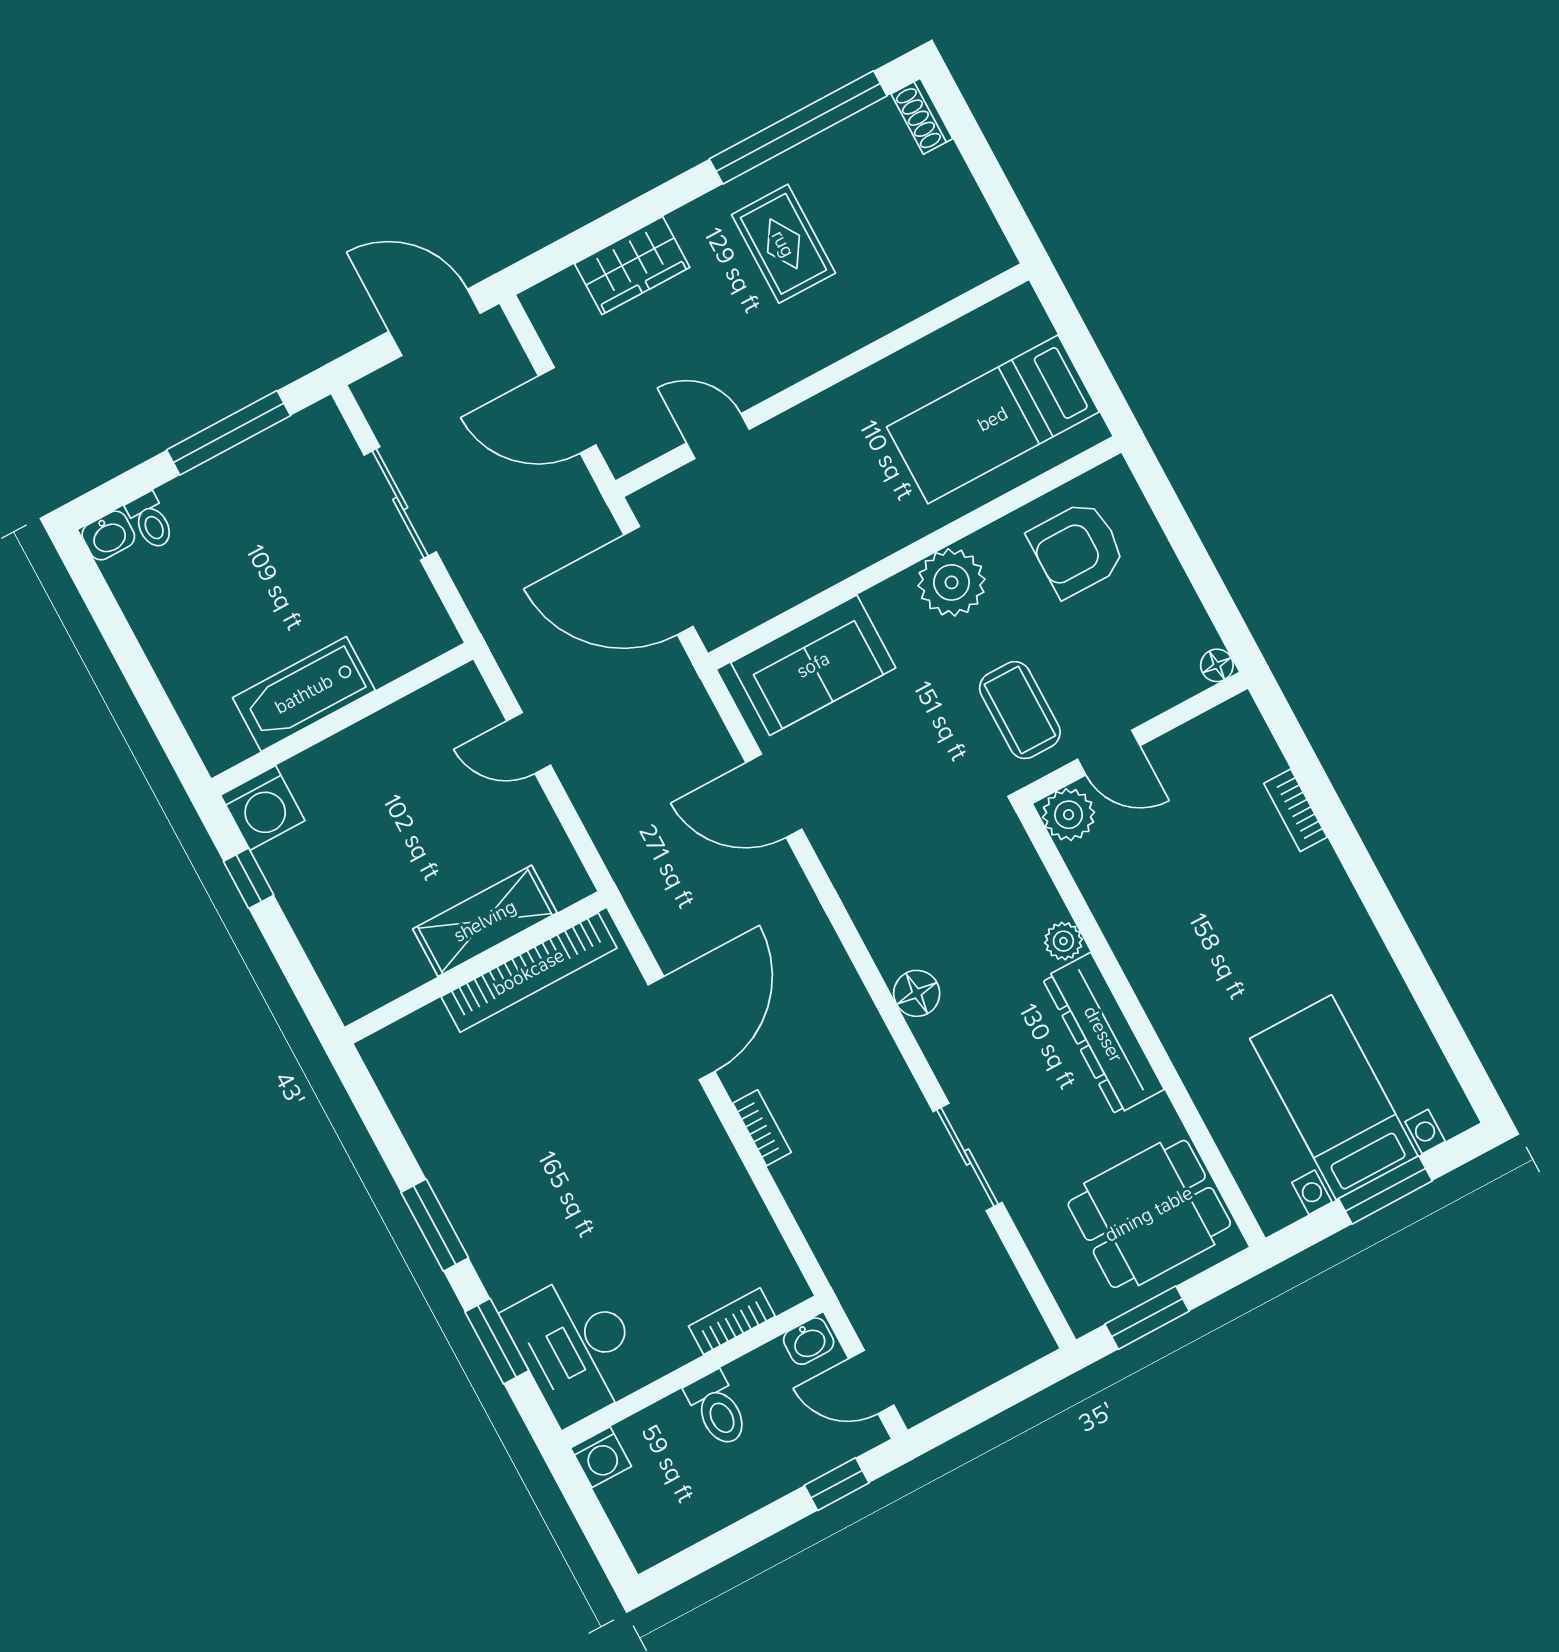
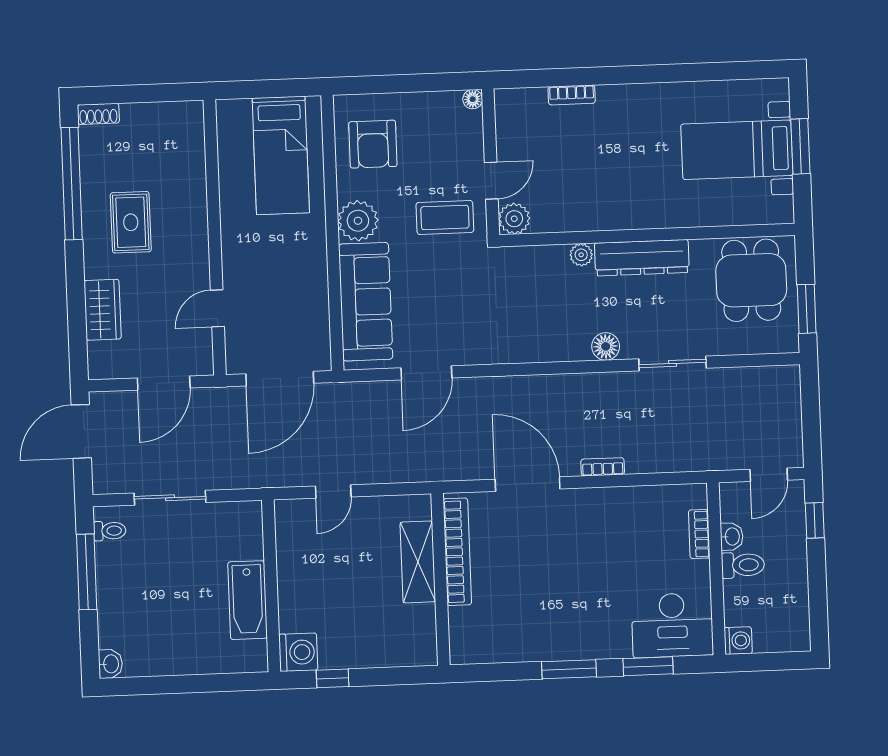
rug: (783, 244) -> (131, 222), turned 90
toilet: (151, 521) -> (110, 531), moved
sofa: (813, 665) -> (366, 302), width x1.36
floor lamp: (917, 993) -> (606, 346), moved
washbasin: (809, 1341) -> (732, 537), moved

